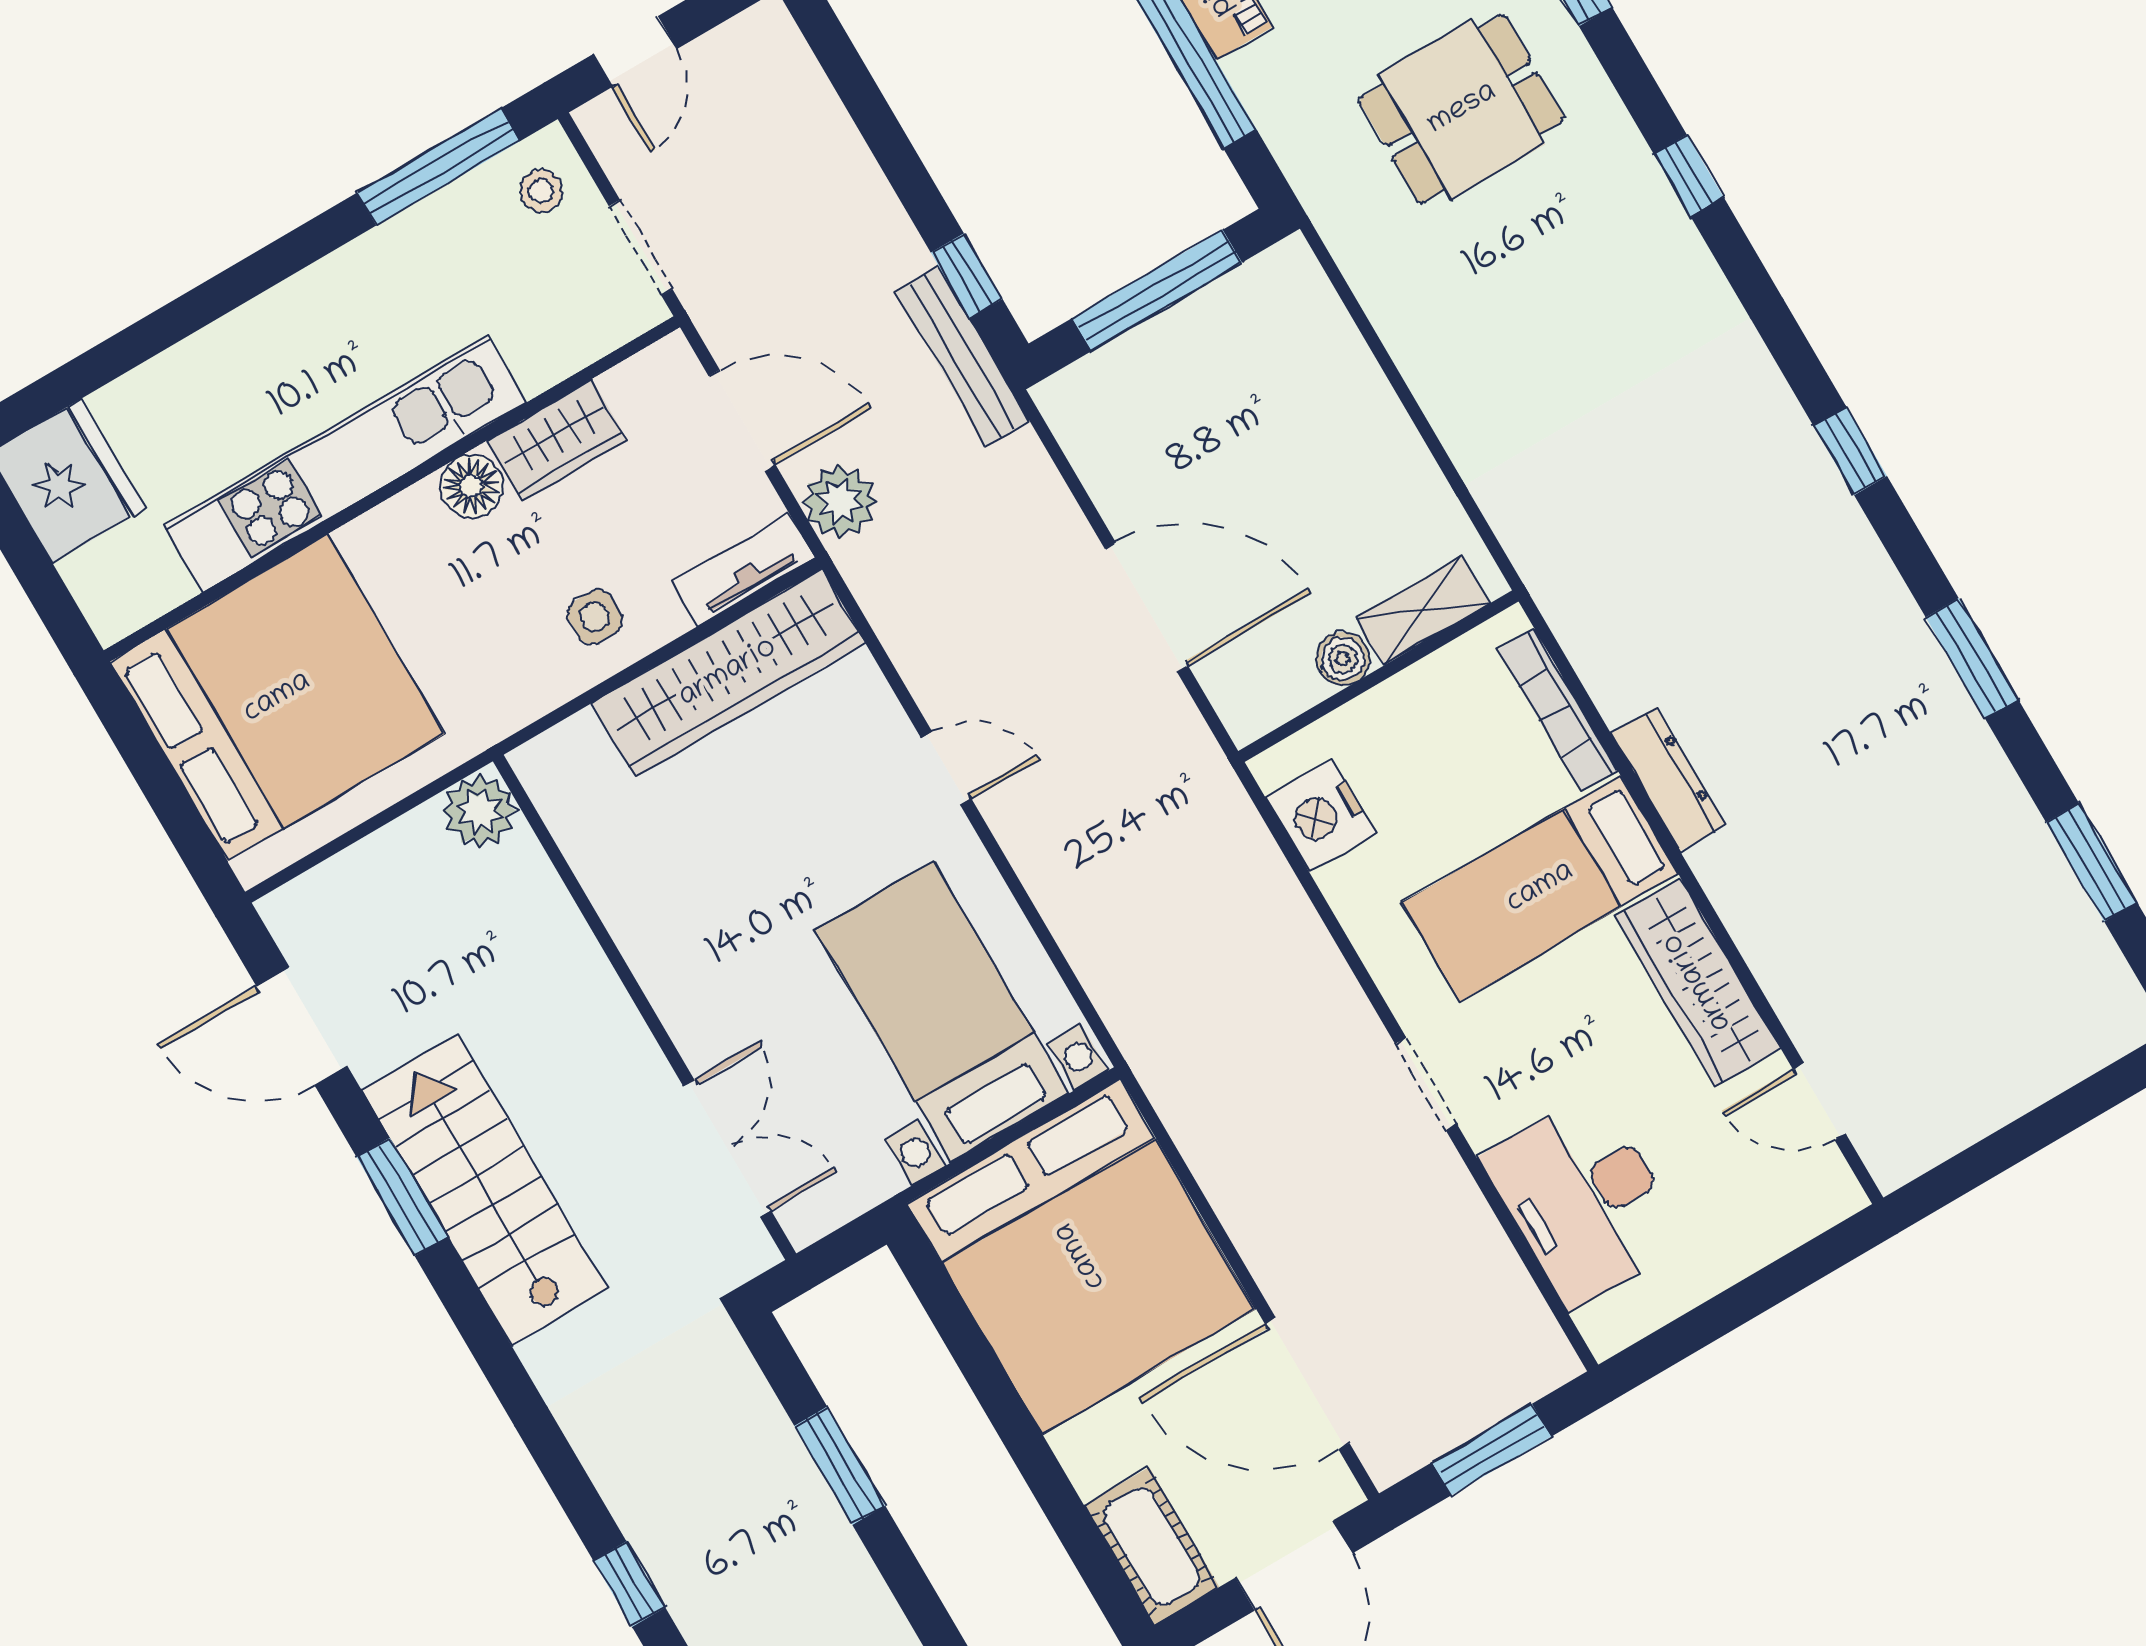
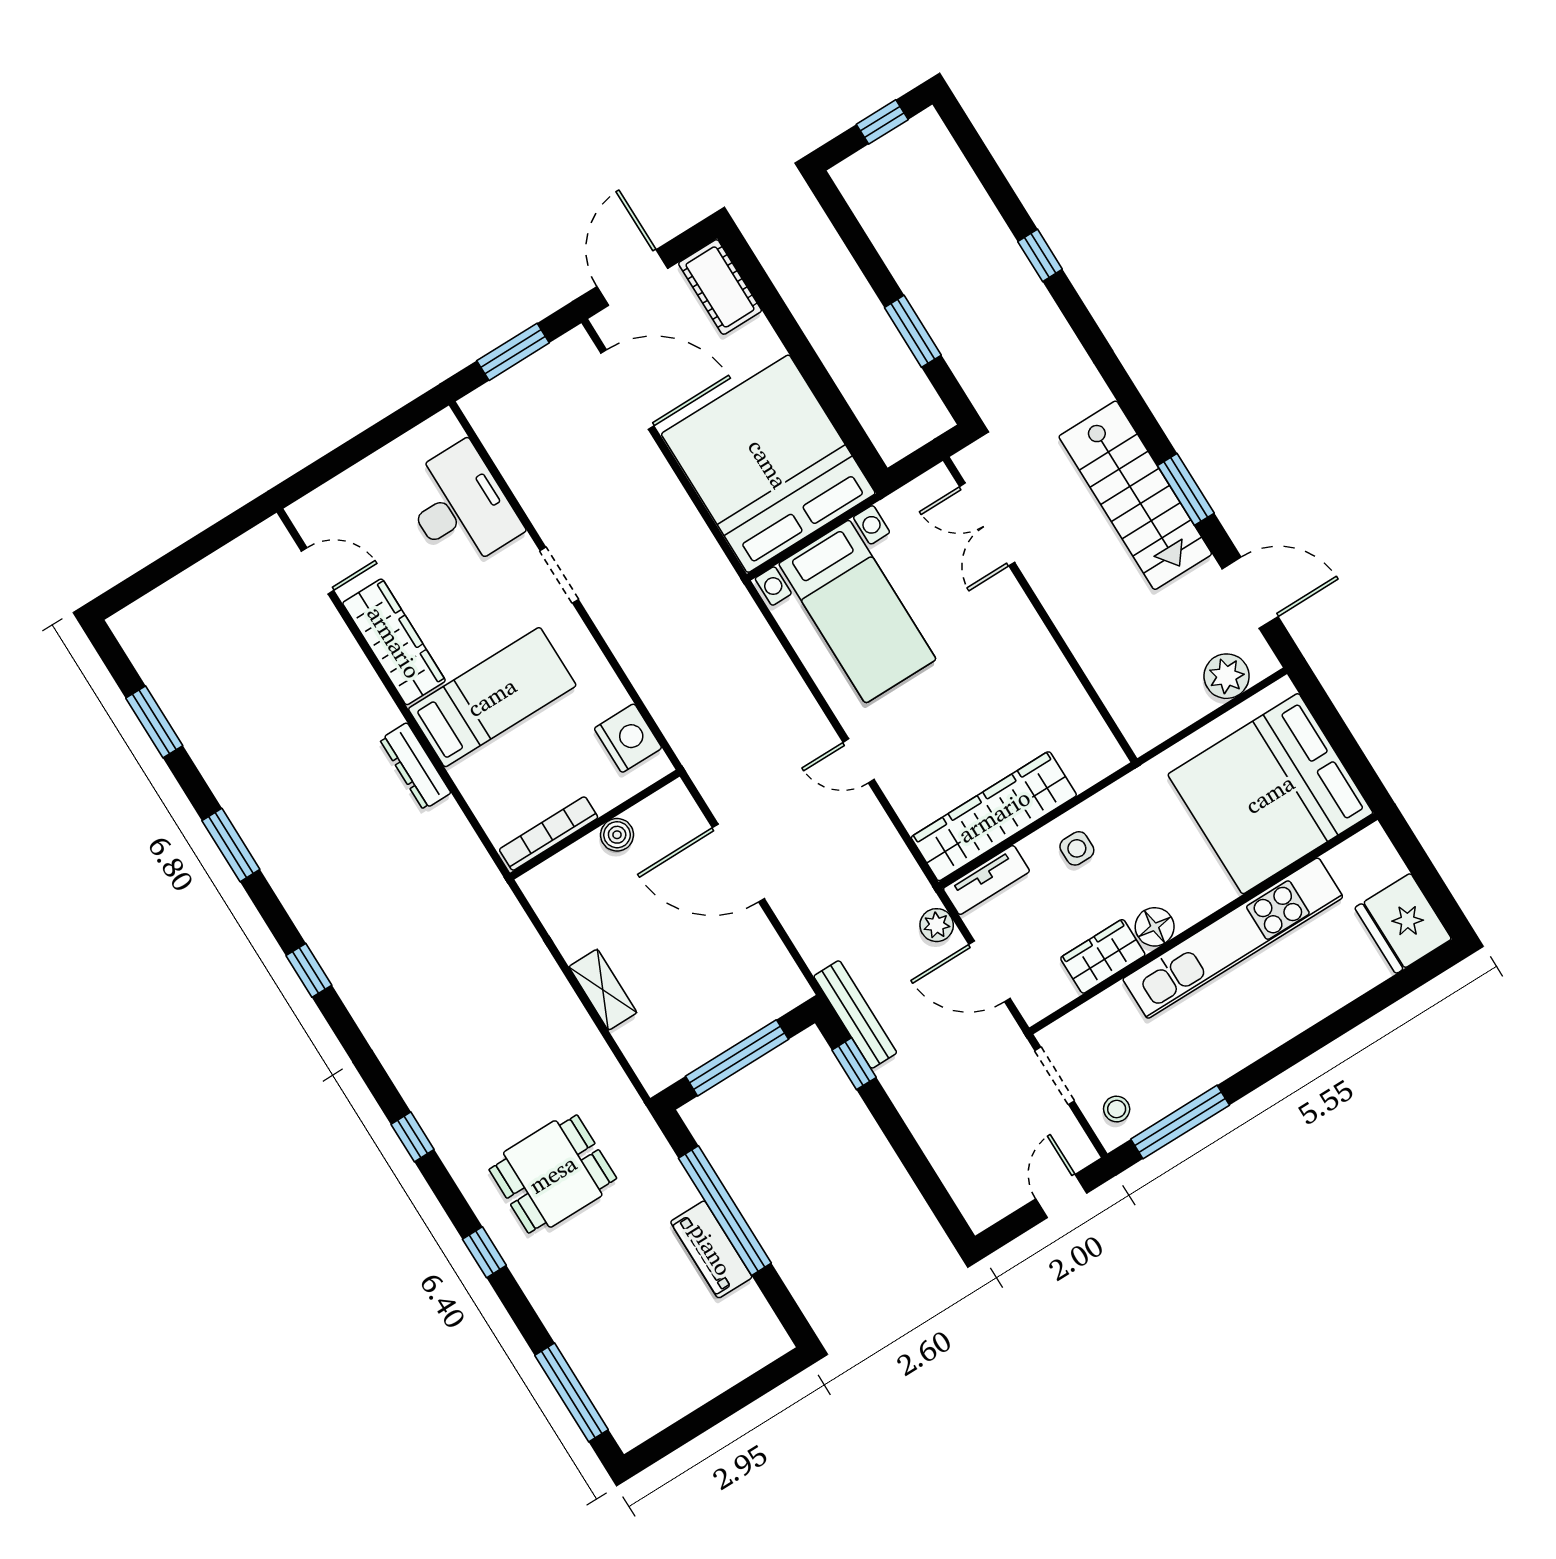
plant: (840, 502) -> (937, 925), width x0.73, depth x0.73
shelving: (1423, 611) -> (603, 990), moved, turned 90
bookcase: (1558, 710) -> (549, 834), moved, turned -90
plant: (480, 811) -> (1227, 676), moved

